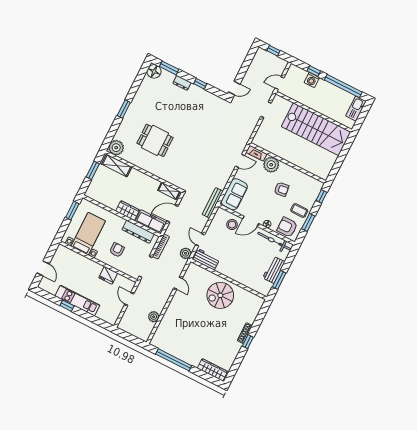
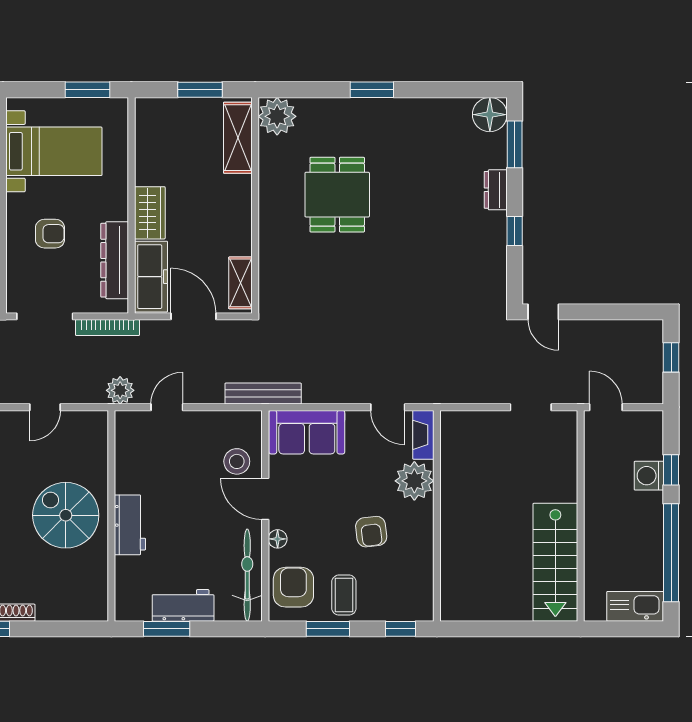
stairs: (316, 129) -> (555, 562), width x0.73, depth x0.66
workbench: (206, 259) -> (130, 525), moved

